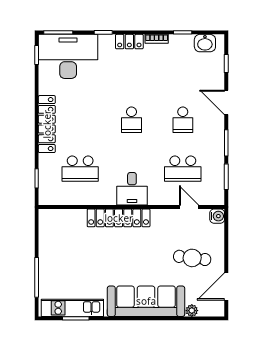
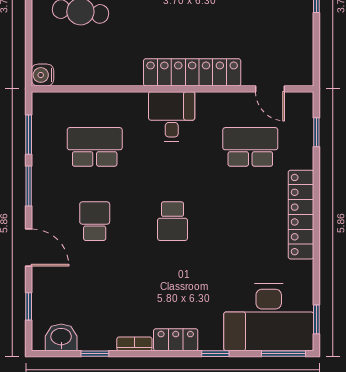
school desk: (131, 120) -> (172, 221), turned 180
door: (189, 207) -> (270, 89), moved

